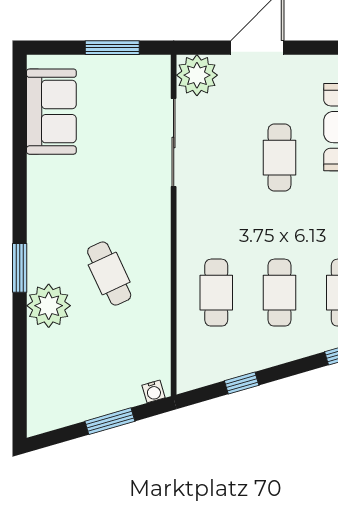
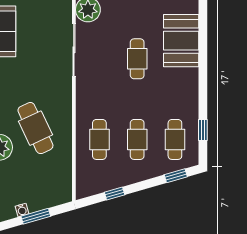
cafe table: (109, 273) -> (35, 128), width x1.37, depth x1.35
water cooler: (154, 391) -> (22, 210), moved

